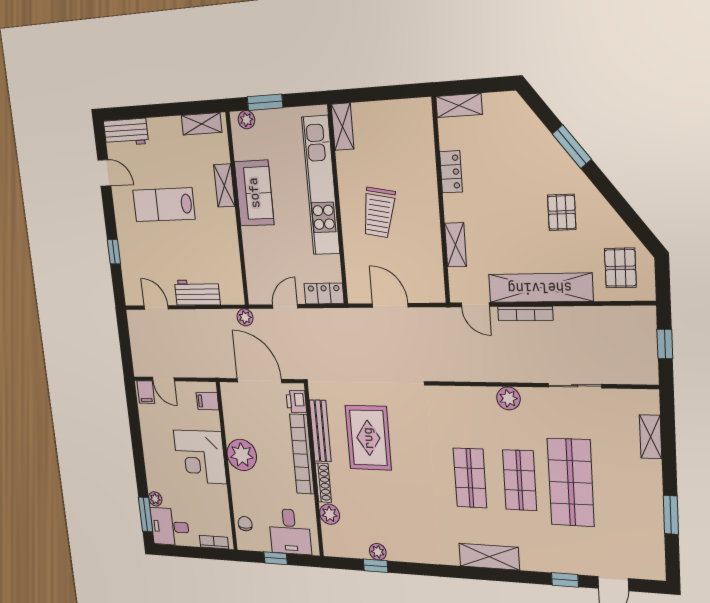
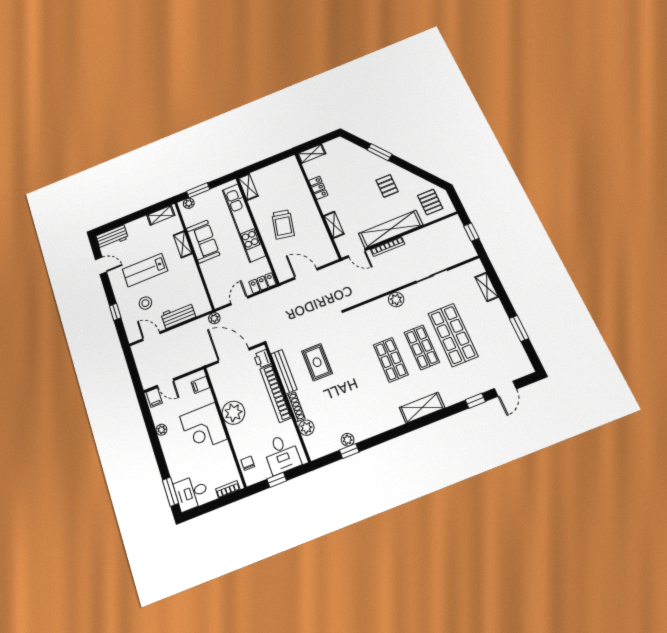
stool: (156, 256) -> (145, 303), added
rug: (368, 438) -> (317, 362), width x0.73, depth x0.70
plant: (155, 499) -> (161, 430), moved

